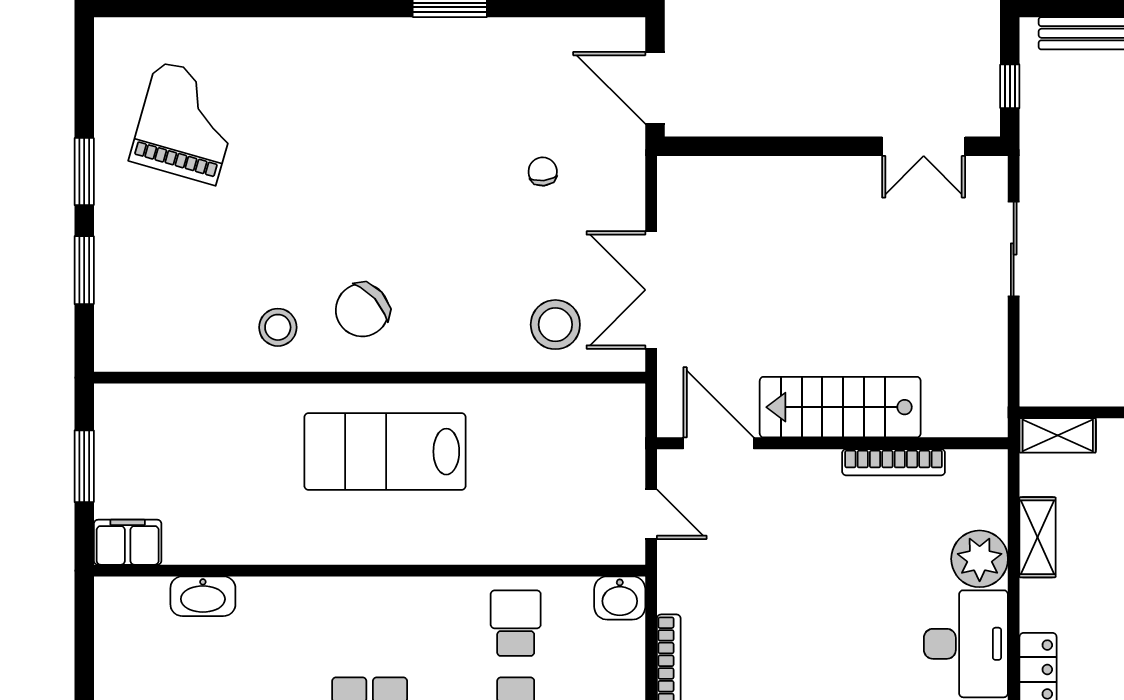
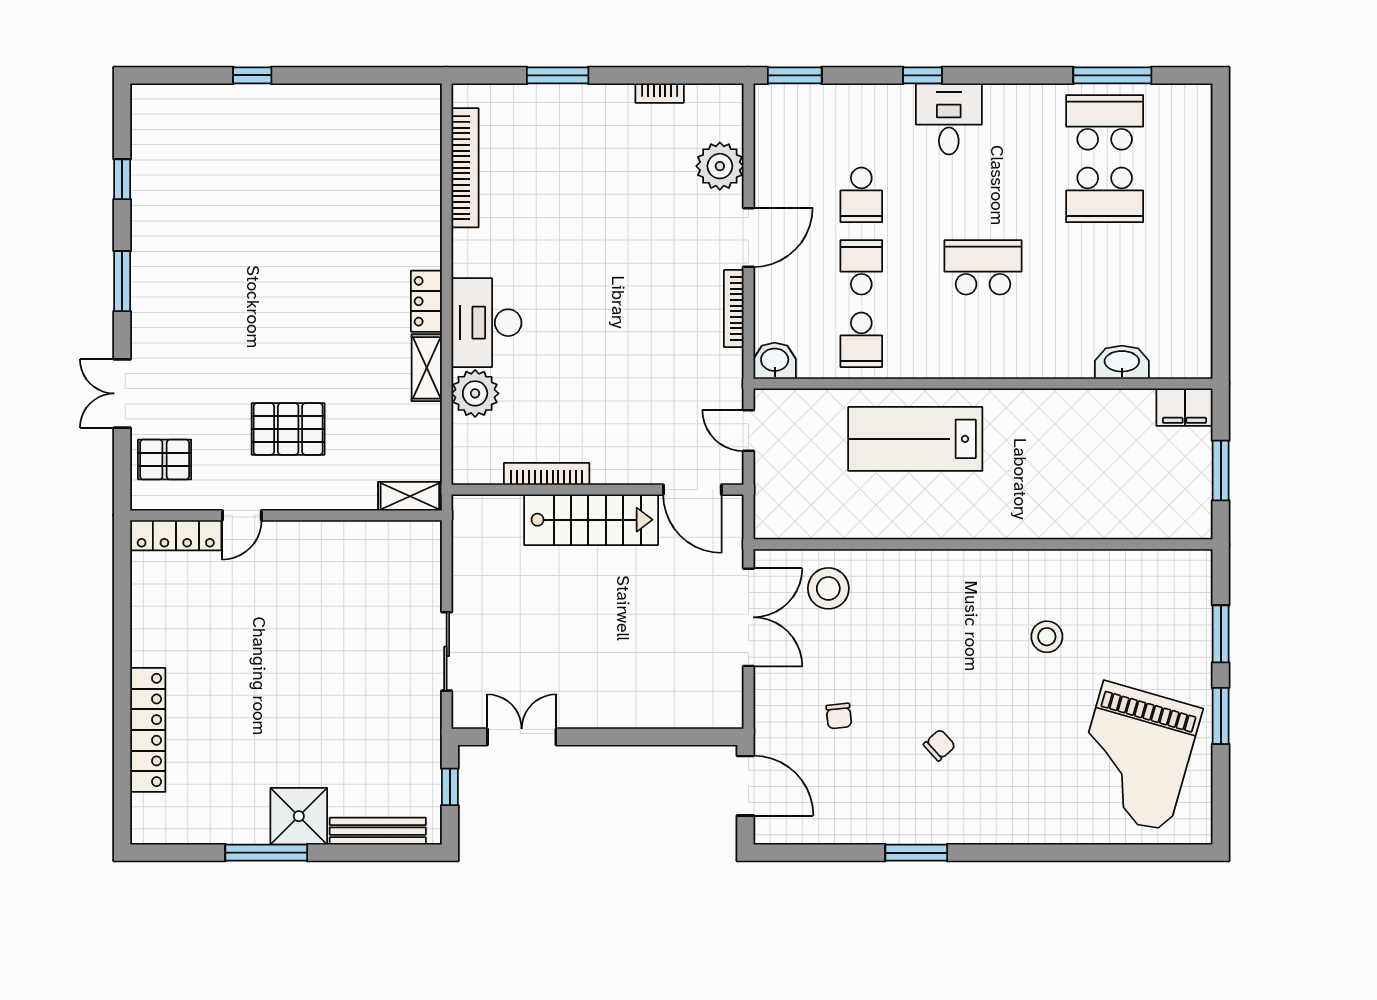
grand piano: (186, 123) -> (1136, 757), width x1.37, depth x1.48
chair: (362, 310) -> (939, 745), moved, width x0.54, depth x0.54
stool: (278, 327) -> (1047, 637), moved
lab bench: (385, 452) -> (915, 439), moved, turned 180
shelving: (1038, 537) -> (427, 368), moved

